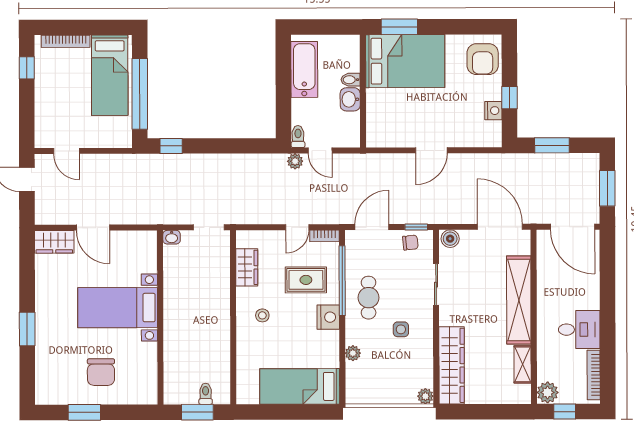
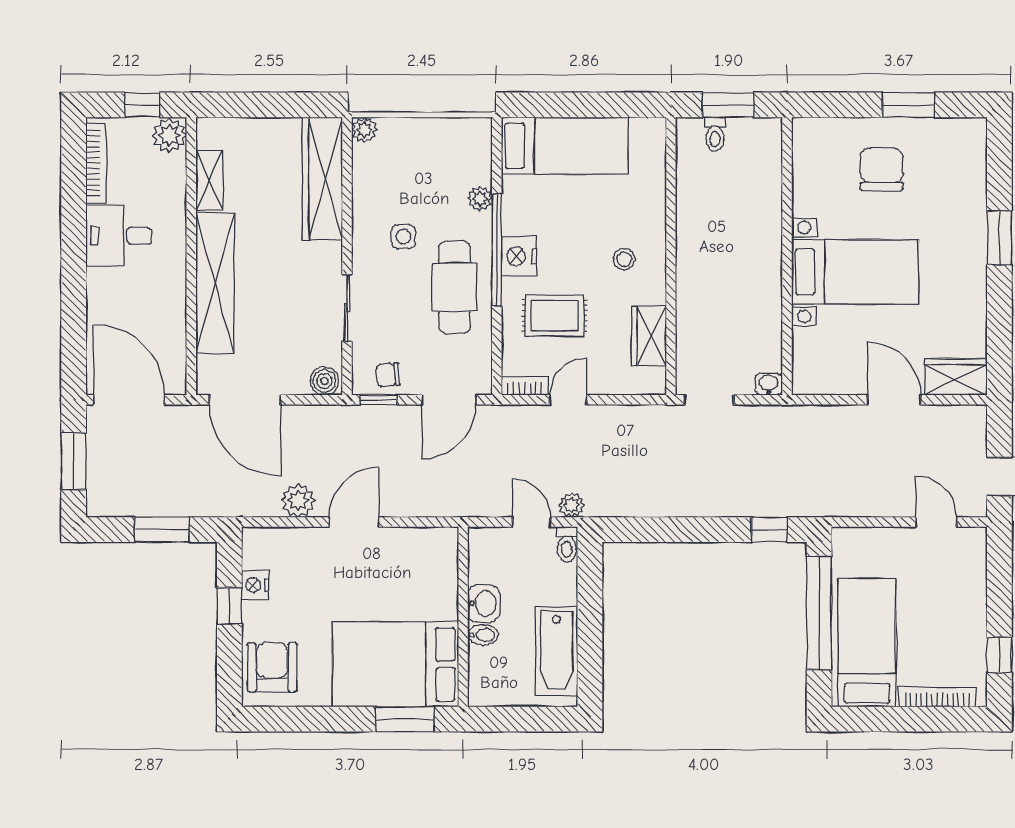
plant: (467, 164) -> (298, 501), added
window: (342, 281) -> (497, 250), moved
cafe table: (369, 298) -> (455, 287), width x1.37, depth x1.35

